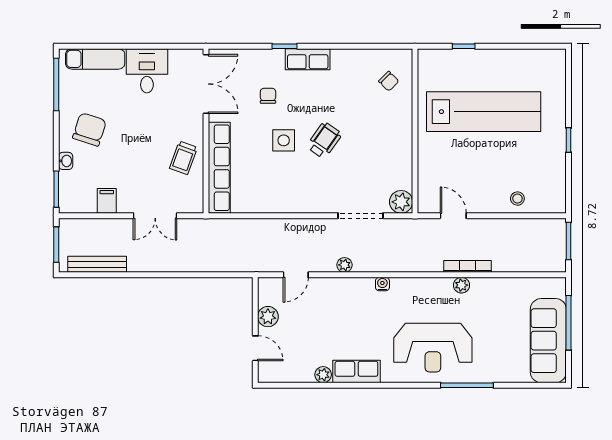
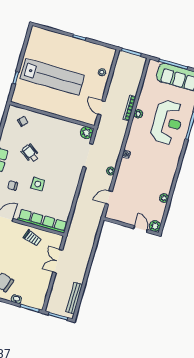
lab bench: (484, 112) -> (52, 77), turned 90
wheelchair: (324, 140) -> (30, 153), moved
filing cabinet: (107, 201) -> (43, 284), removed
double door: (155, 216) -> (58, 261), swing flipped
door: (453, 216) -> (101, 108), hinge flipped
door: (296, 275) -> (109, 198), swing flipped
plant: (268, 317) -> (155, 226), moved
door: (255, 348) -> (141, 229), hinge flipped
reception desk: (433, 348) -> (167, 122), moved
row of seats: (356, 372) -> (167, 180), removed

